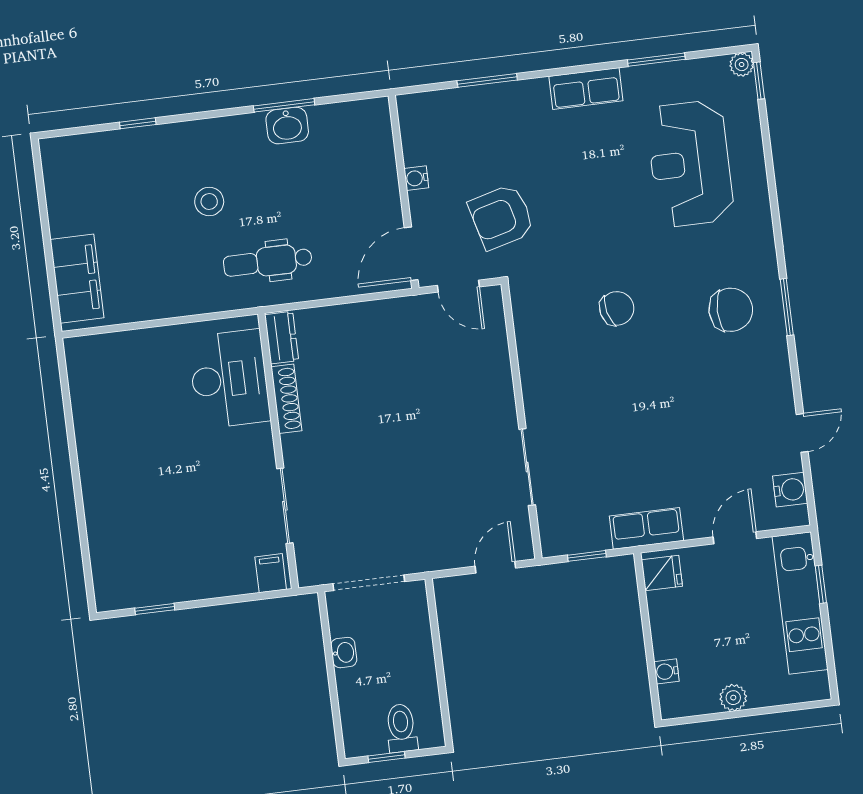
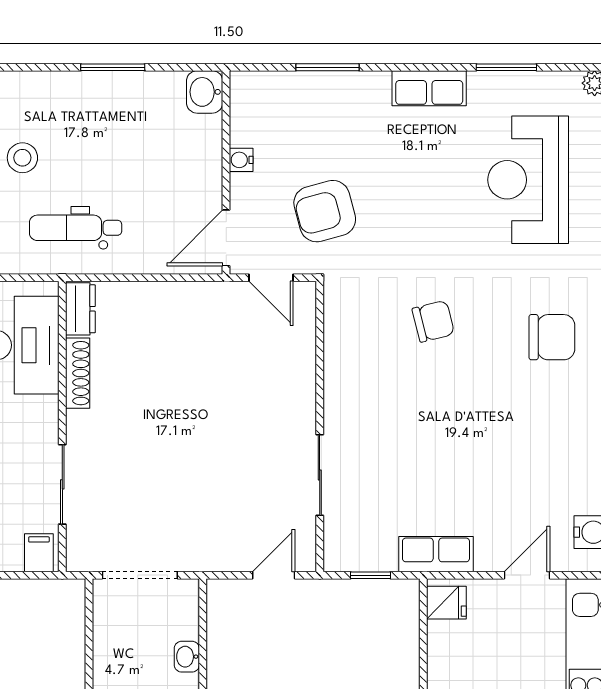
washbasin: (287, 126) -> (205, 92), moved, turned 90
washbasin: (344, 653) -> (187, 657), moved, turned 180

